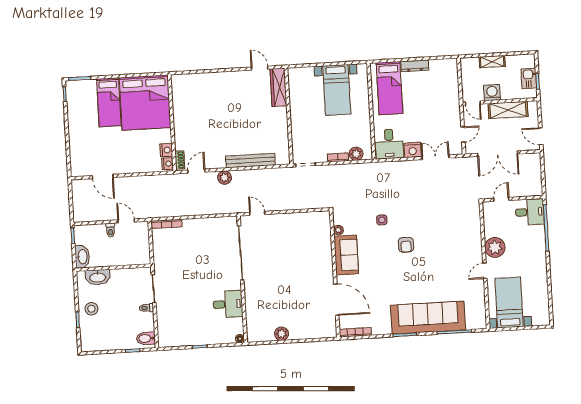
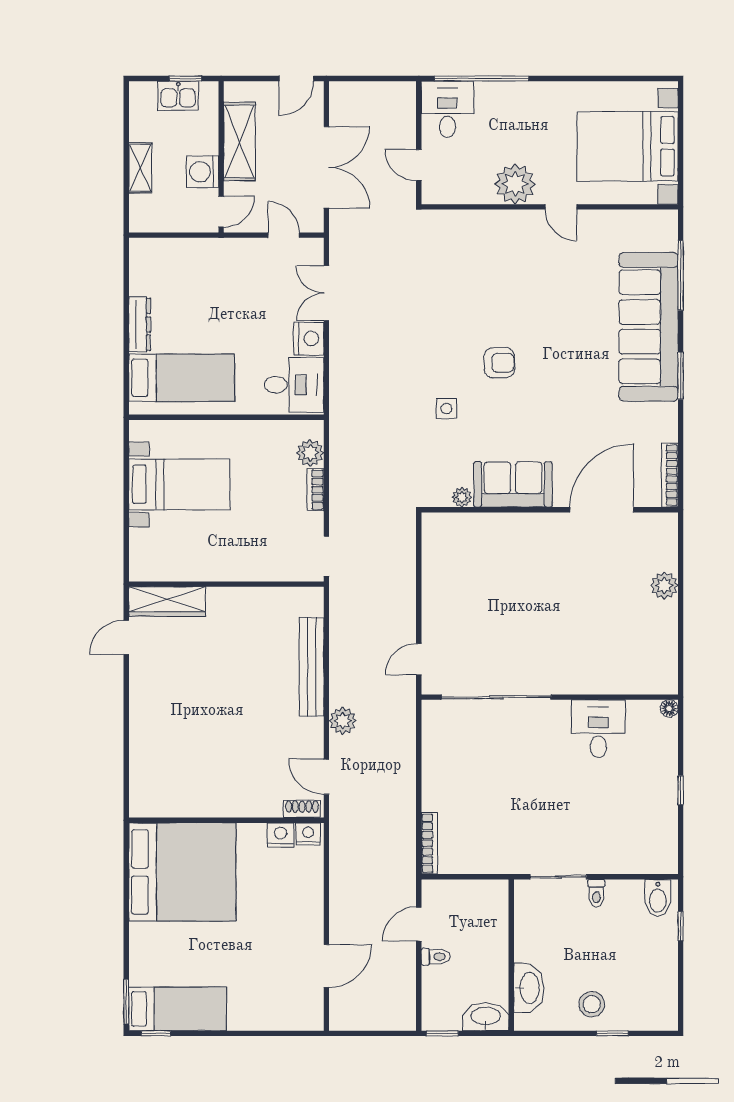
bed: (109, 102) -> (178, 1009), moved
bed with nightstands: (509, 302) -> (628, 146), width x1.36
plant: (282, 334) -> (664, 585), moved

